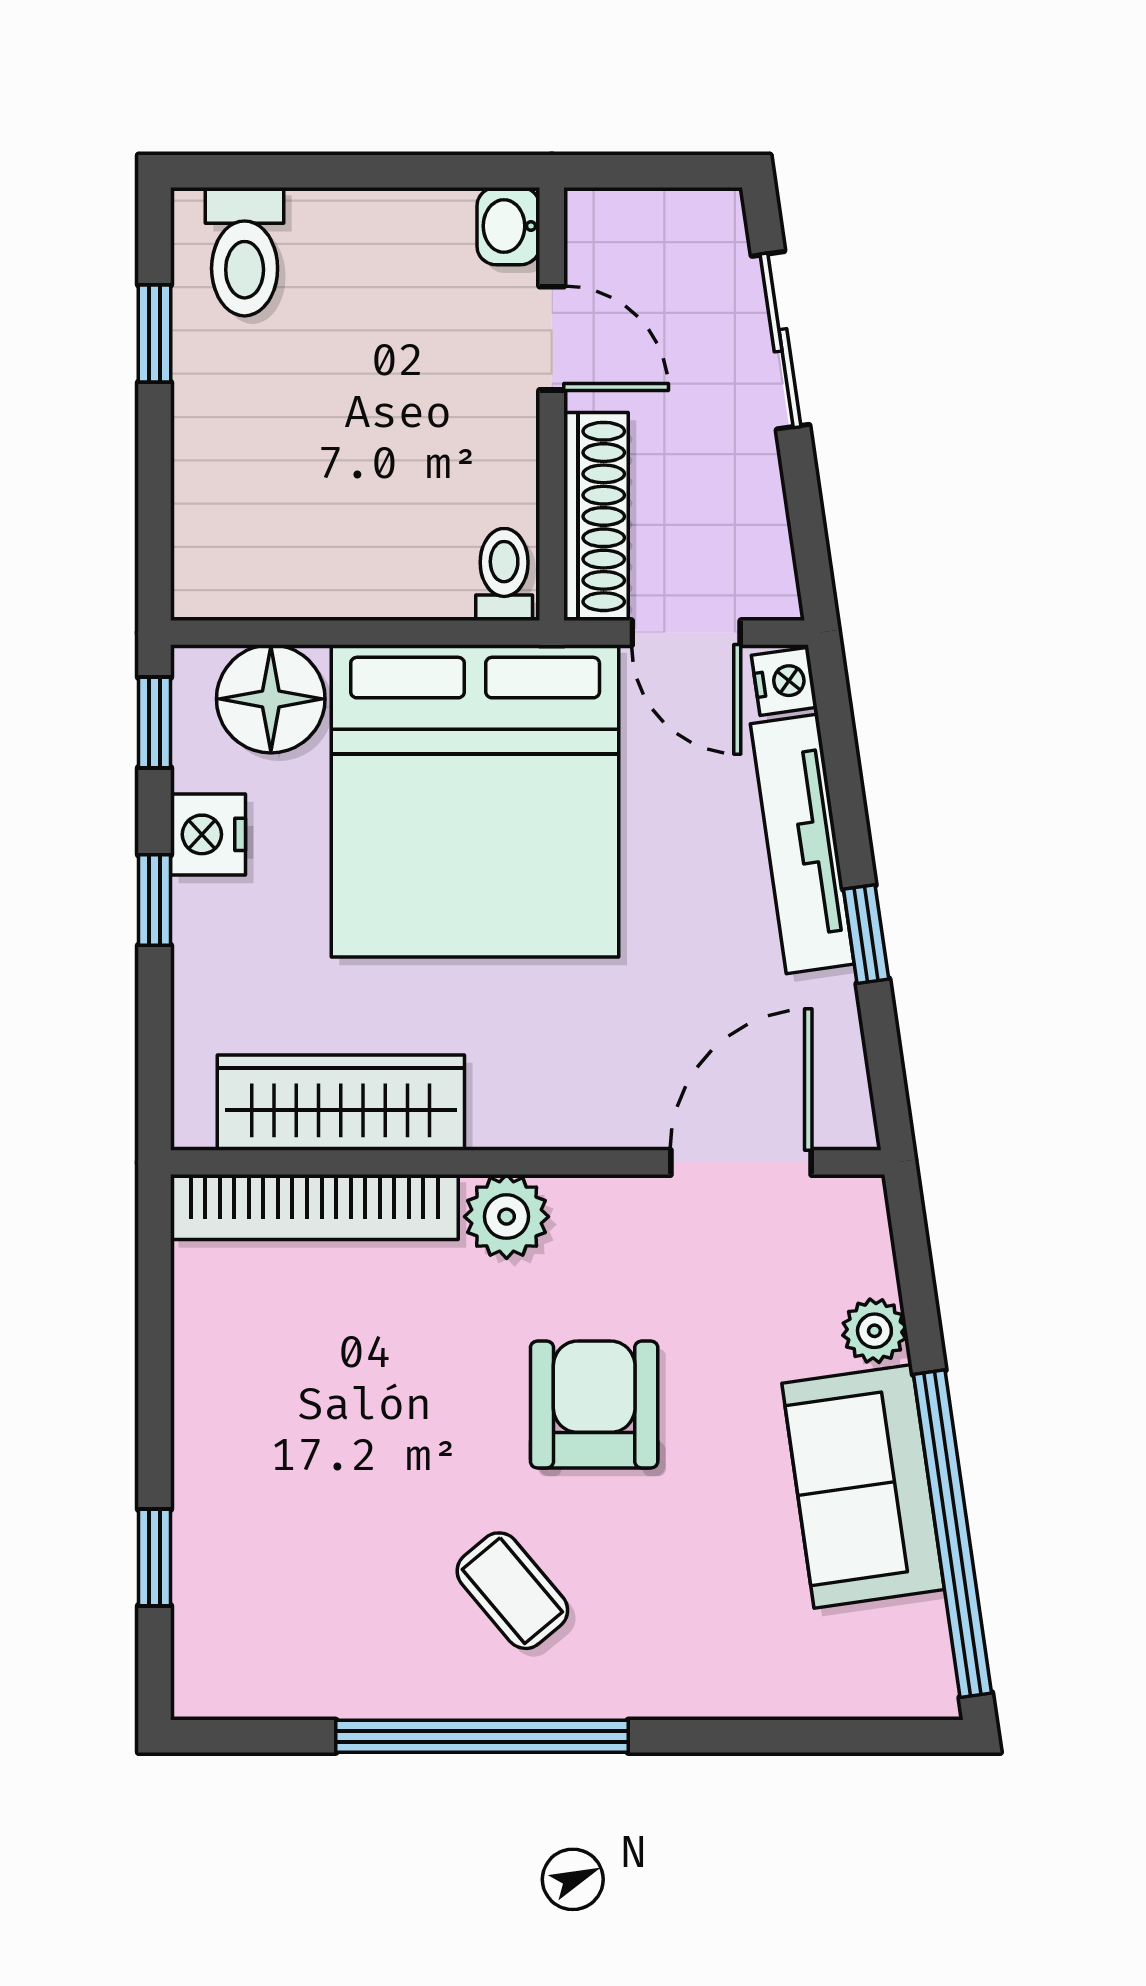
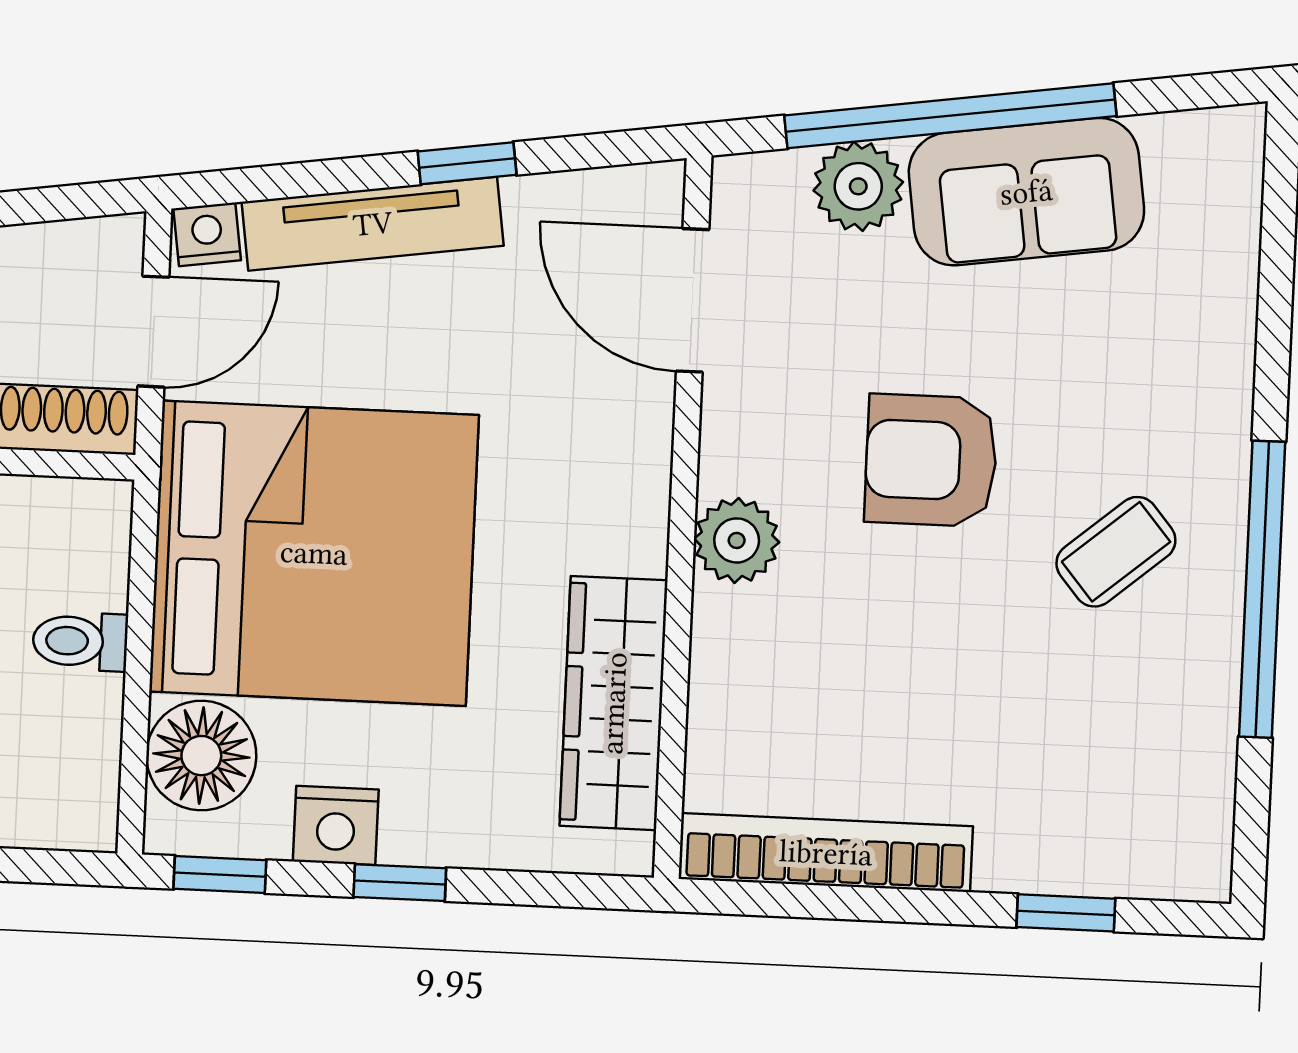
toilet: (504, 574) -> (80, 641), moved
bookcase: (314, 1207) -> (826, 853), moved, turned -90
plant: (874, 1331) -> (858, 186), width x1.38, depth x1.38
window: (953, 1534) -> (950, 116), moved

